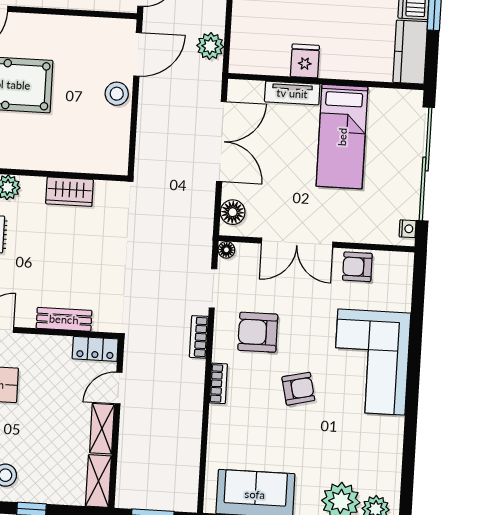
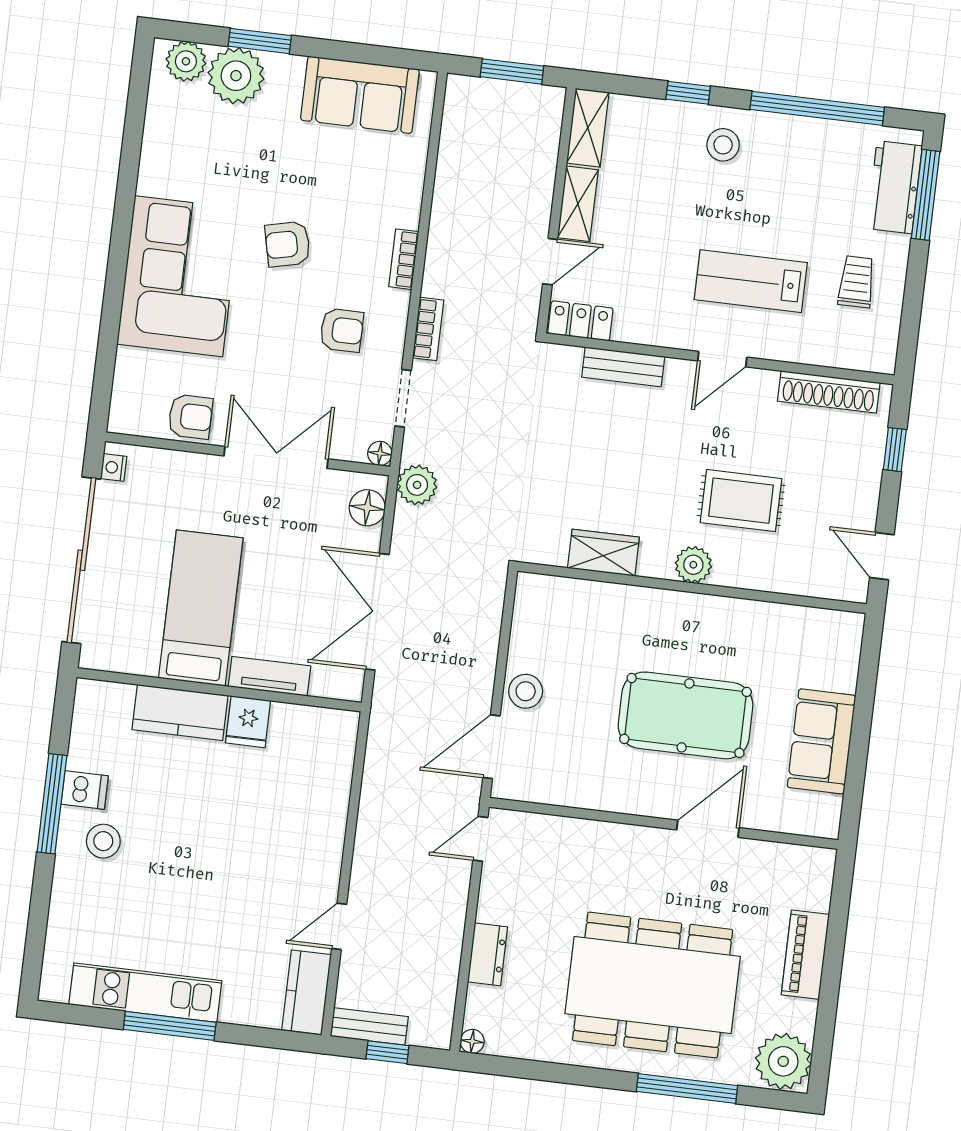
plant: (210, 46) -> (417, 485), moved
kitchen counter: (410, 52) -> (180, 712), moved, turned 90
armchair: (258, 332) -> (342, 330), width x0.72, depth x0.72

